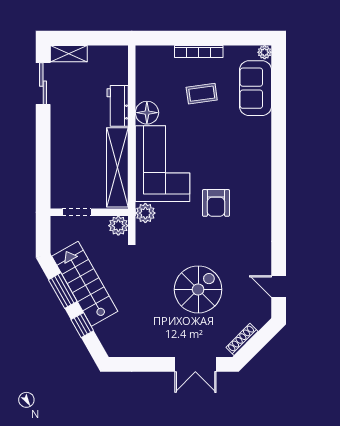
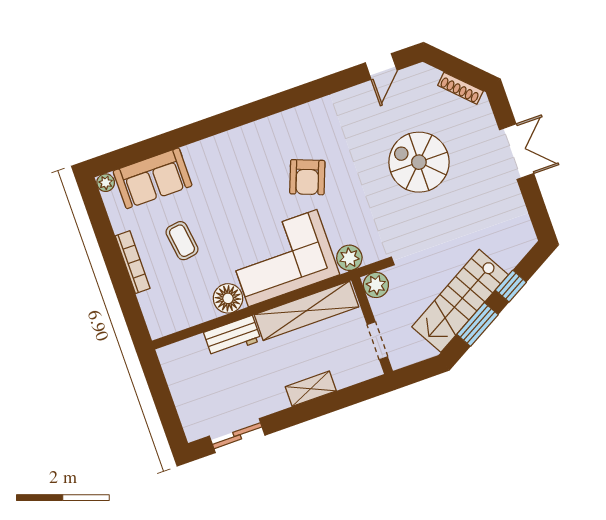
shelving: (69, 54) -> (311, 389), moved, turned 90
armchair: (216, 203) -> (307, 177), turned 111
double door: (195, 364) -> (517, 152), moved

